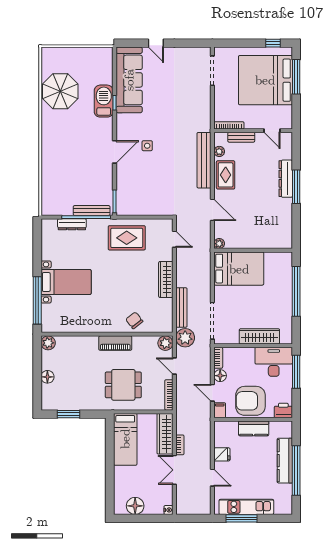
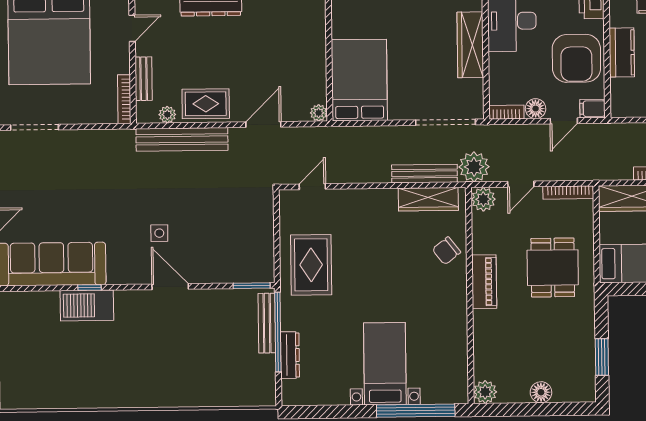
parasol: (60, 91) -> (71, 377), removed
wardrobe: (166, 279) -> (428, 199), moved

